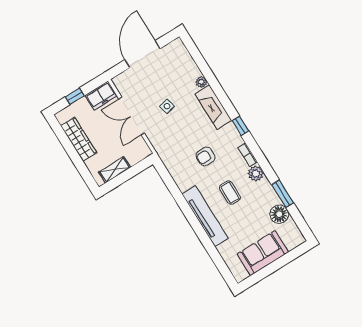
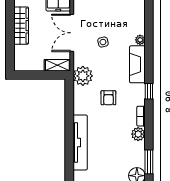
plant: (168, 151) -> (83, 76), added
armchair: (206, 156) -> (108, 98), turned -90
shelving: (115, 170) -> (57, 65), moved
coffee table: (230, 193) -> (110, 136), removed

